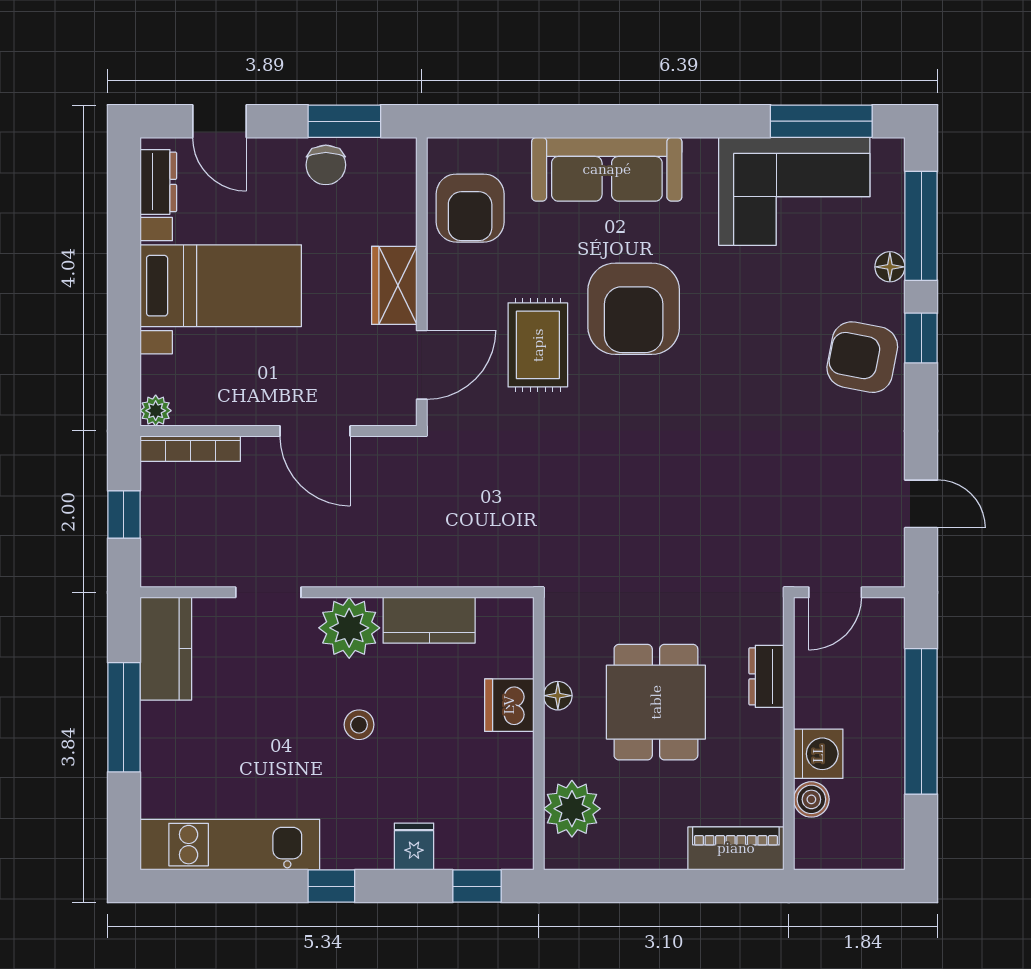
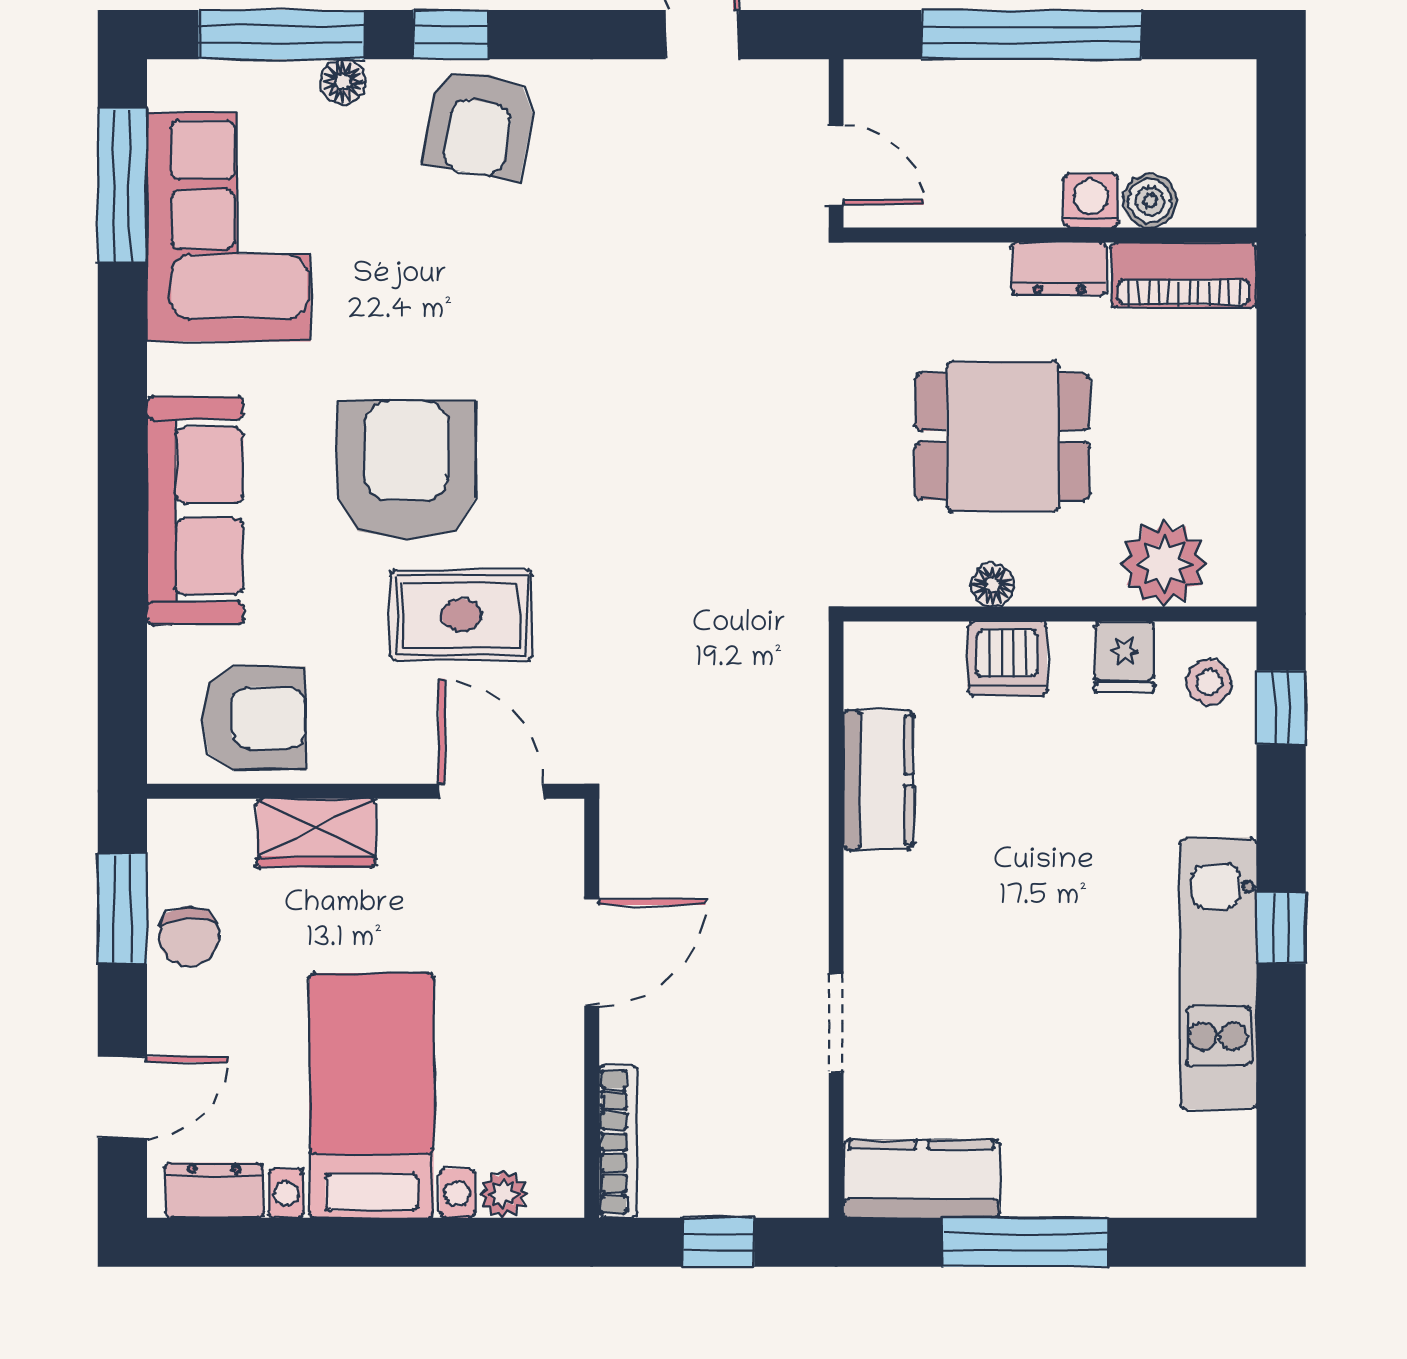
chair: (326, 165) -> (189, 936), turned 86
wardrobe: (394, 285) -> (316, 833), moved
armchair: (634, 309) -> (406, 470), turned -90
plant: (156, 411) -> (503, 1194), moved
plant: (349, 628) -> (890, 901), removed
dresser: (766, 676) -> (1059, 269), moved
stool: (359, 725) -> (1209, 682), moved
washing machine: (818, 754) -> (1091, 201), width x0.73, depth x0.73
kitchen unit: (230, 845) -> (1218, 973), moved
fridge: (414, 846) -> (1124, 657), moved, turned -90
piano: (736, 848) -> (1184, 275), moved, turned -90

